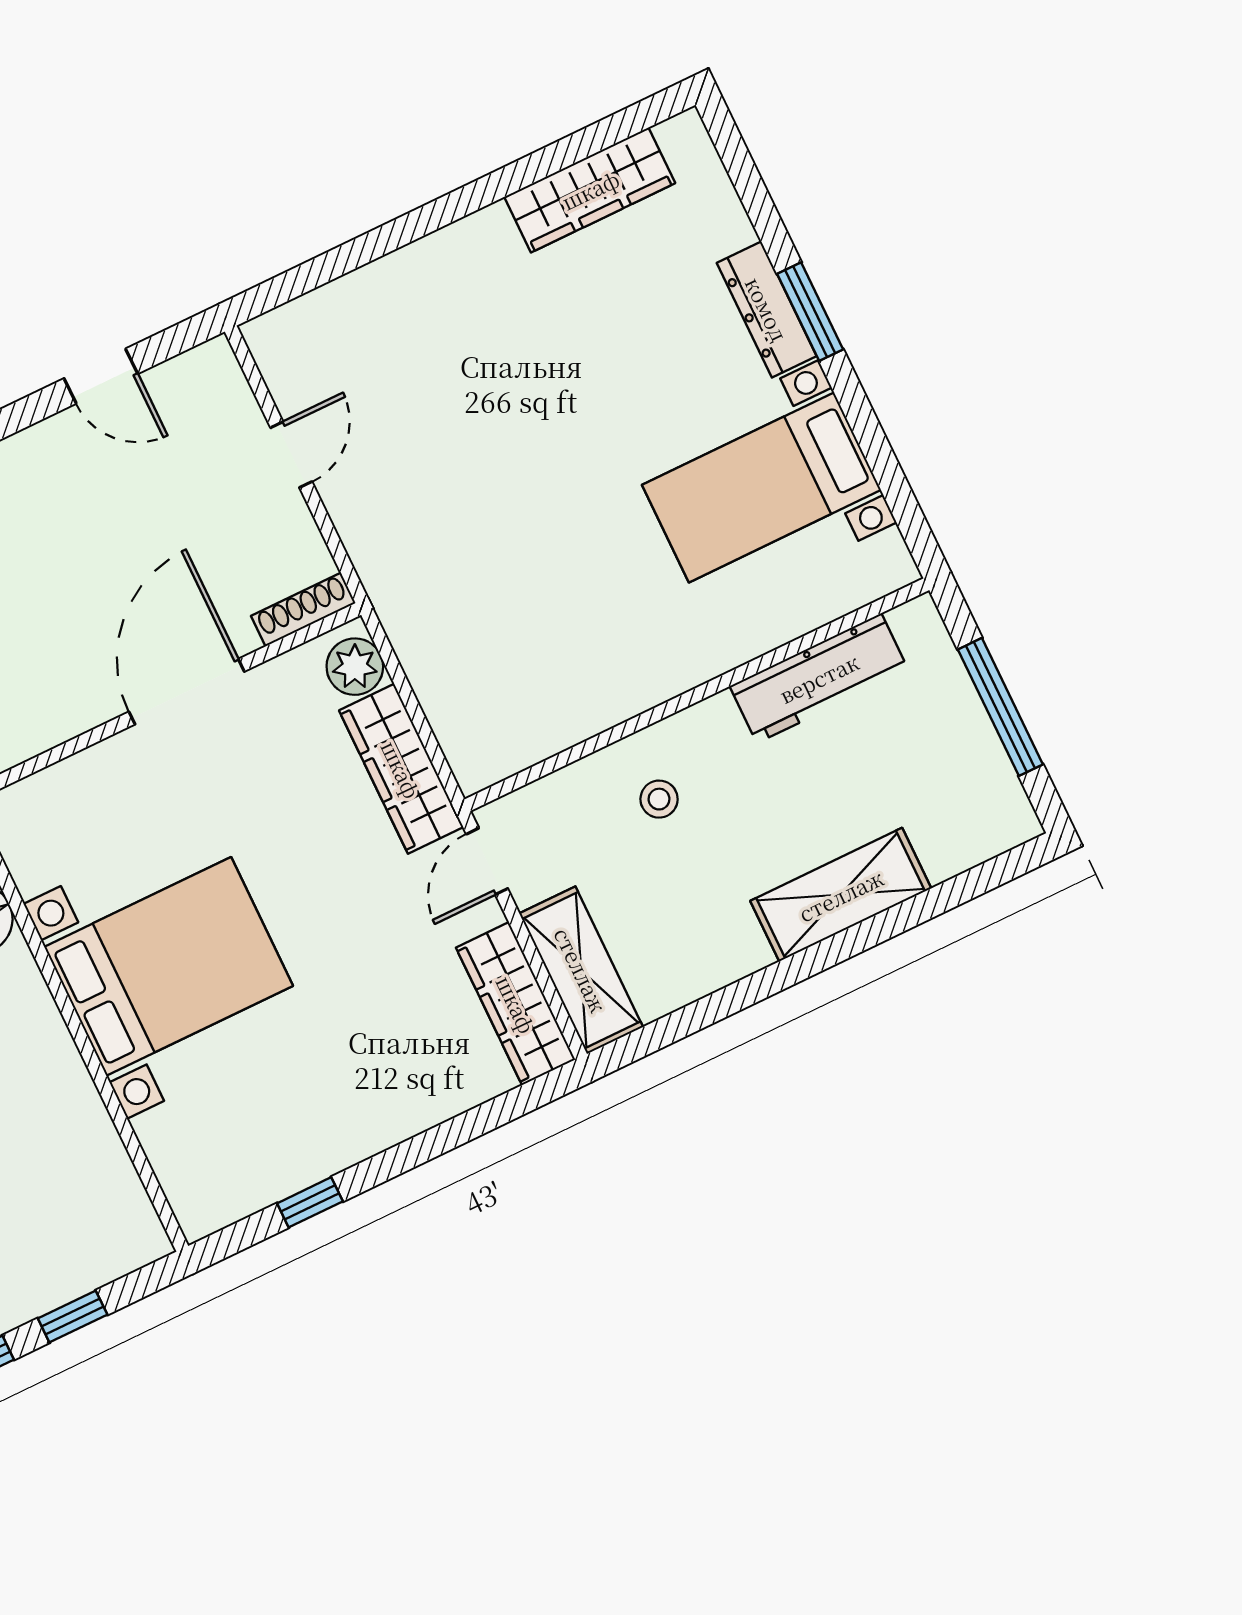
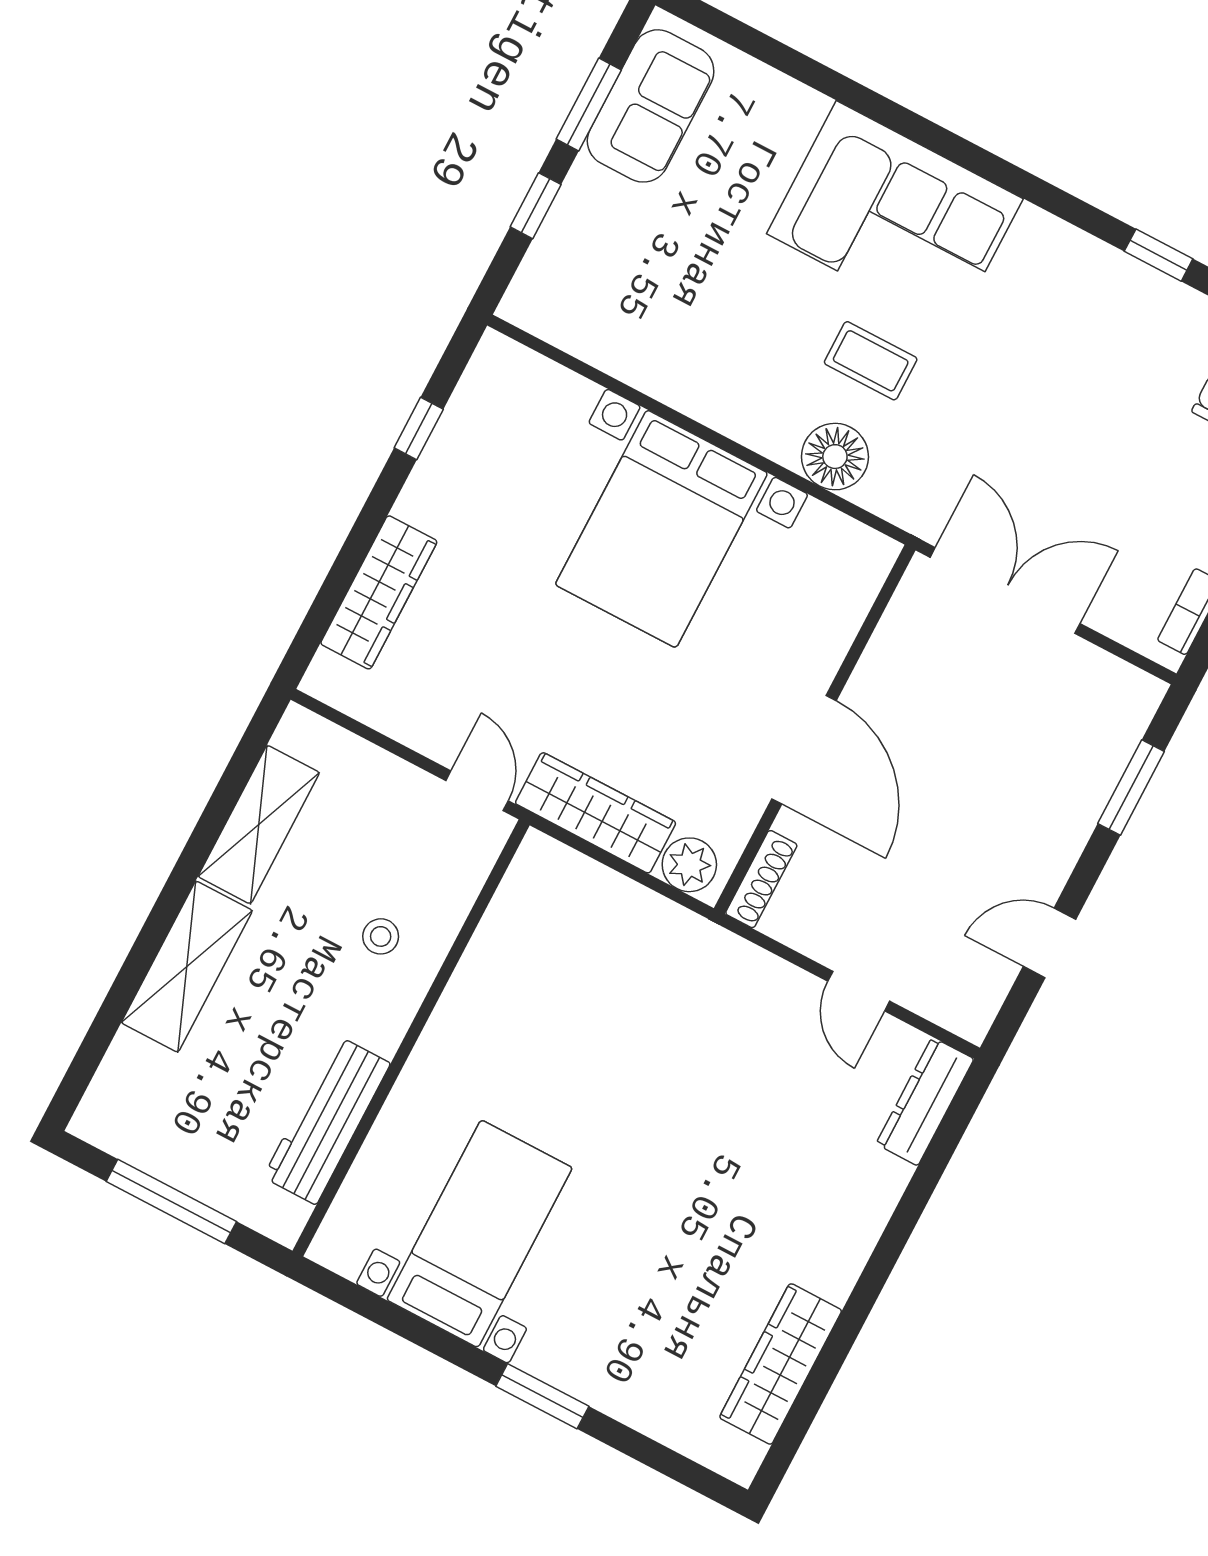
dresser: (767, 309) -> (925, 1101), moved, turned -90
shelving: (581, 970) -> (259, 825), moved, turned 90
wardrobe: (516, 1004) -> (379, 592), moved, turned 90

